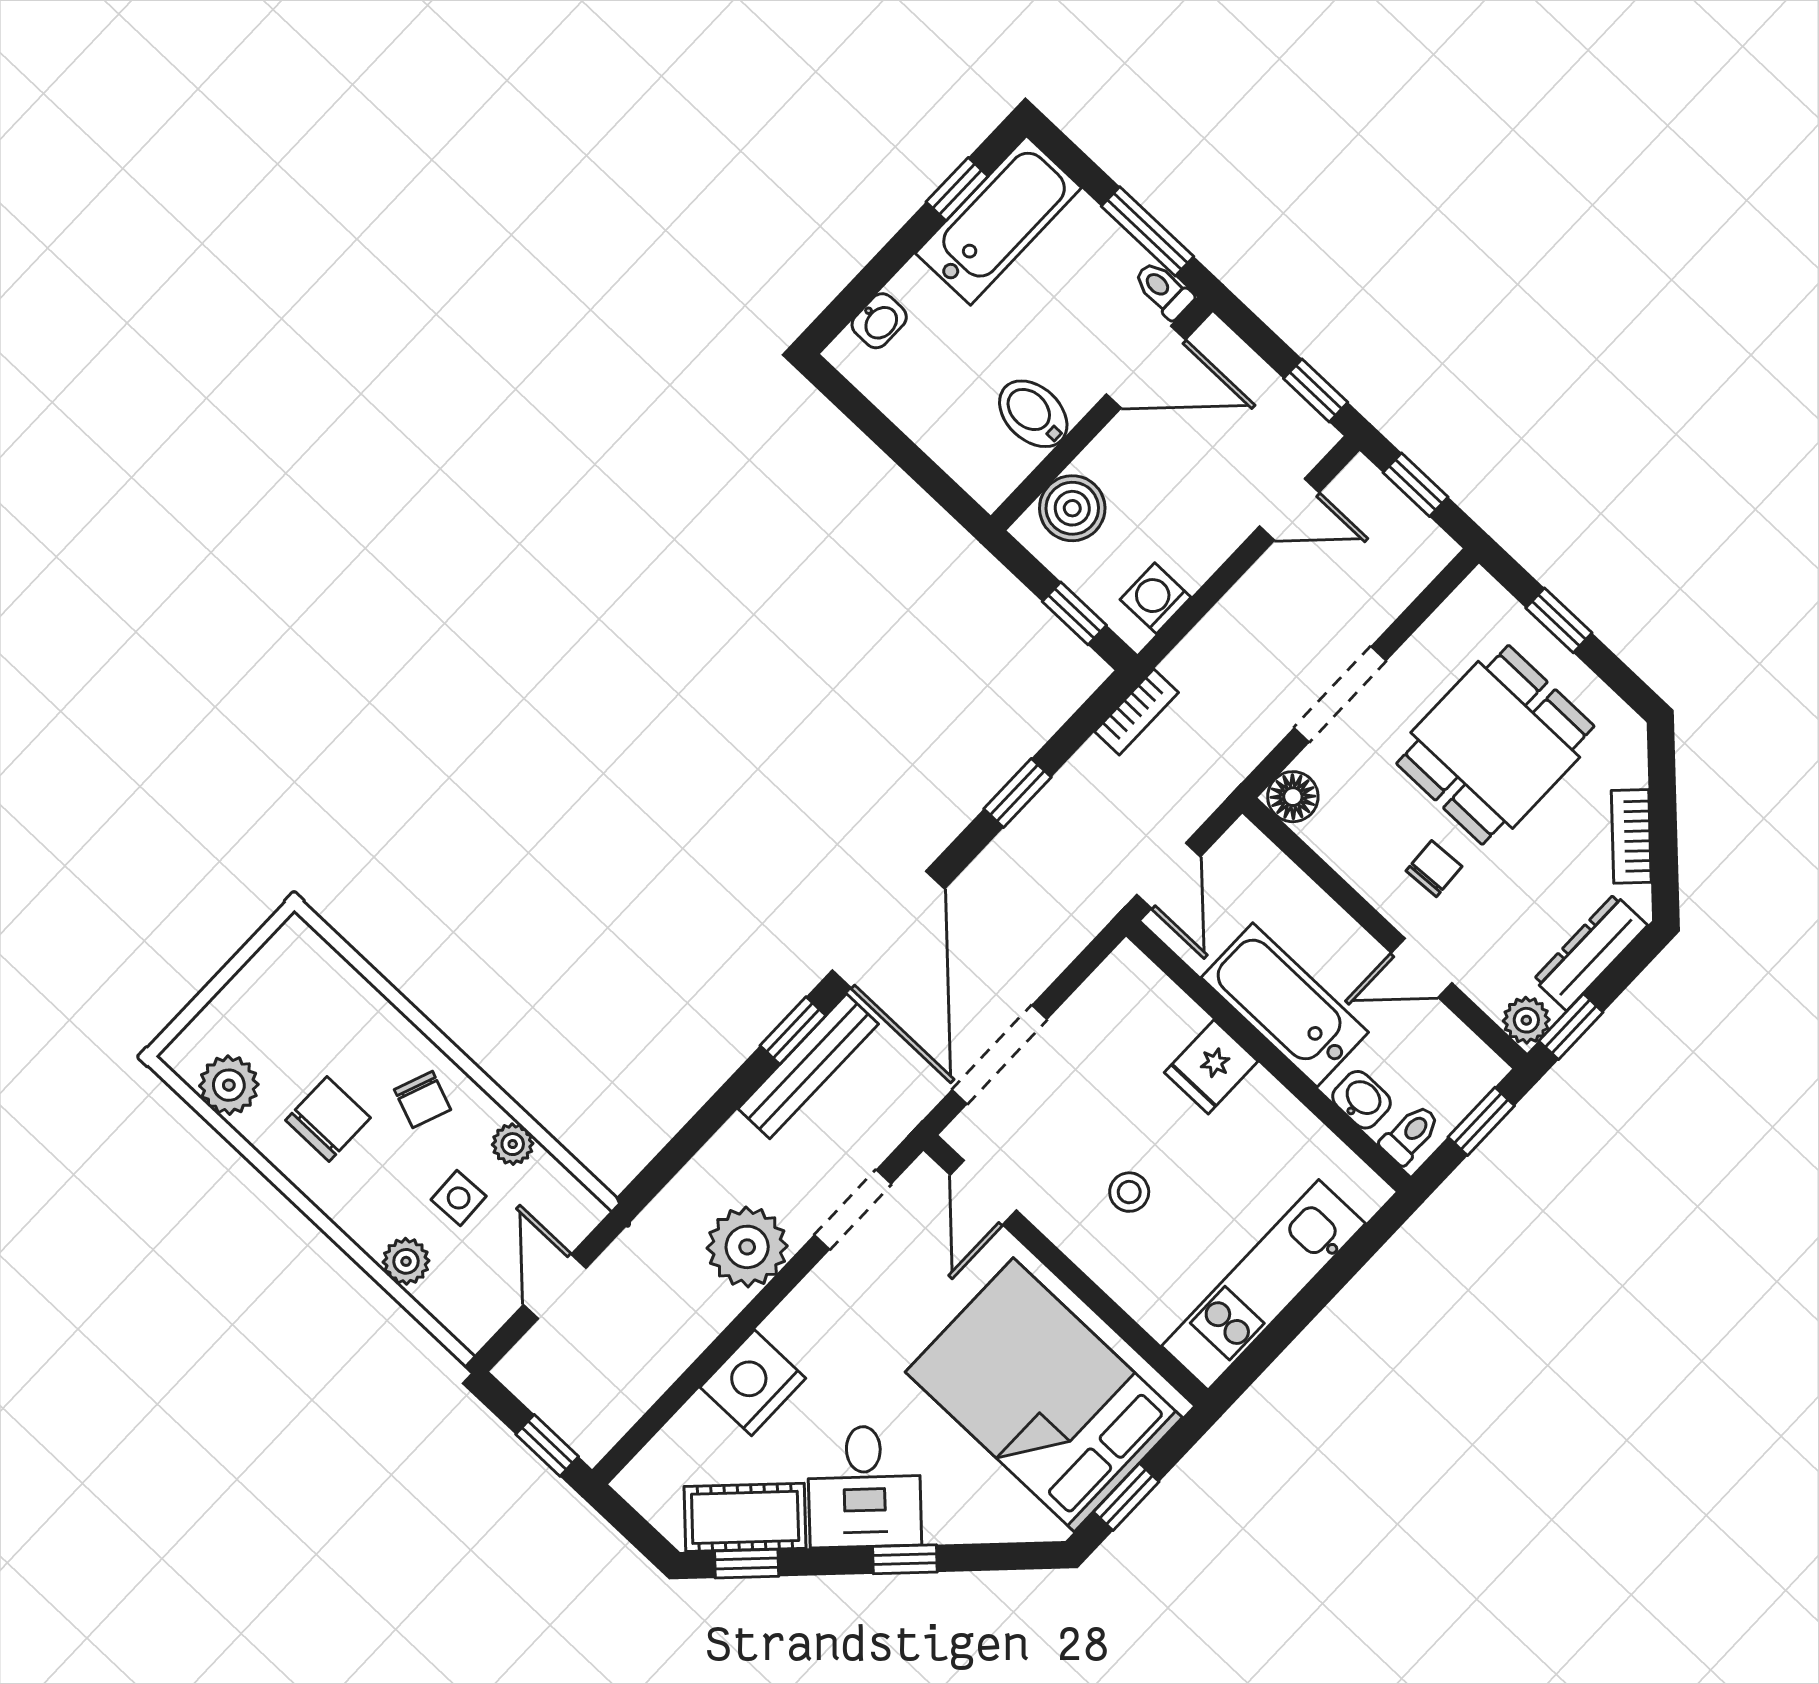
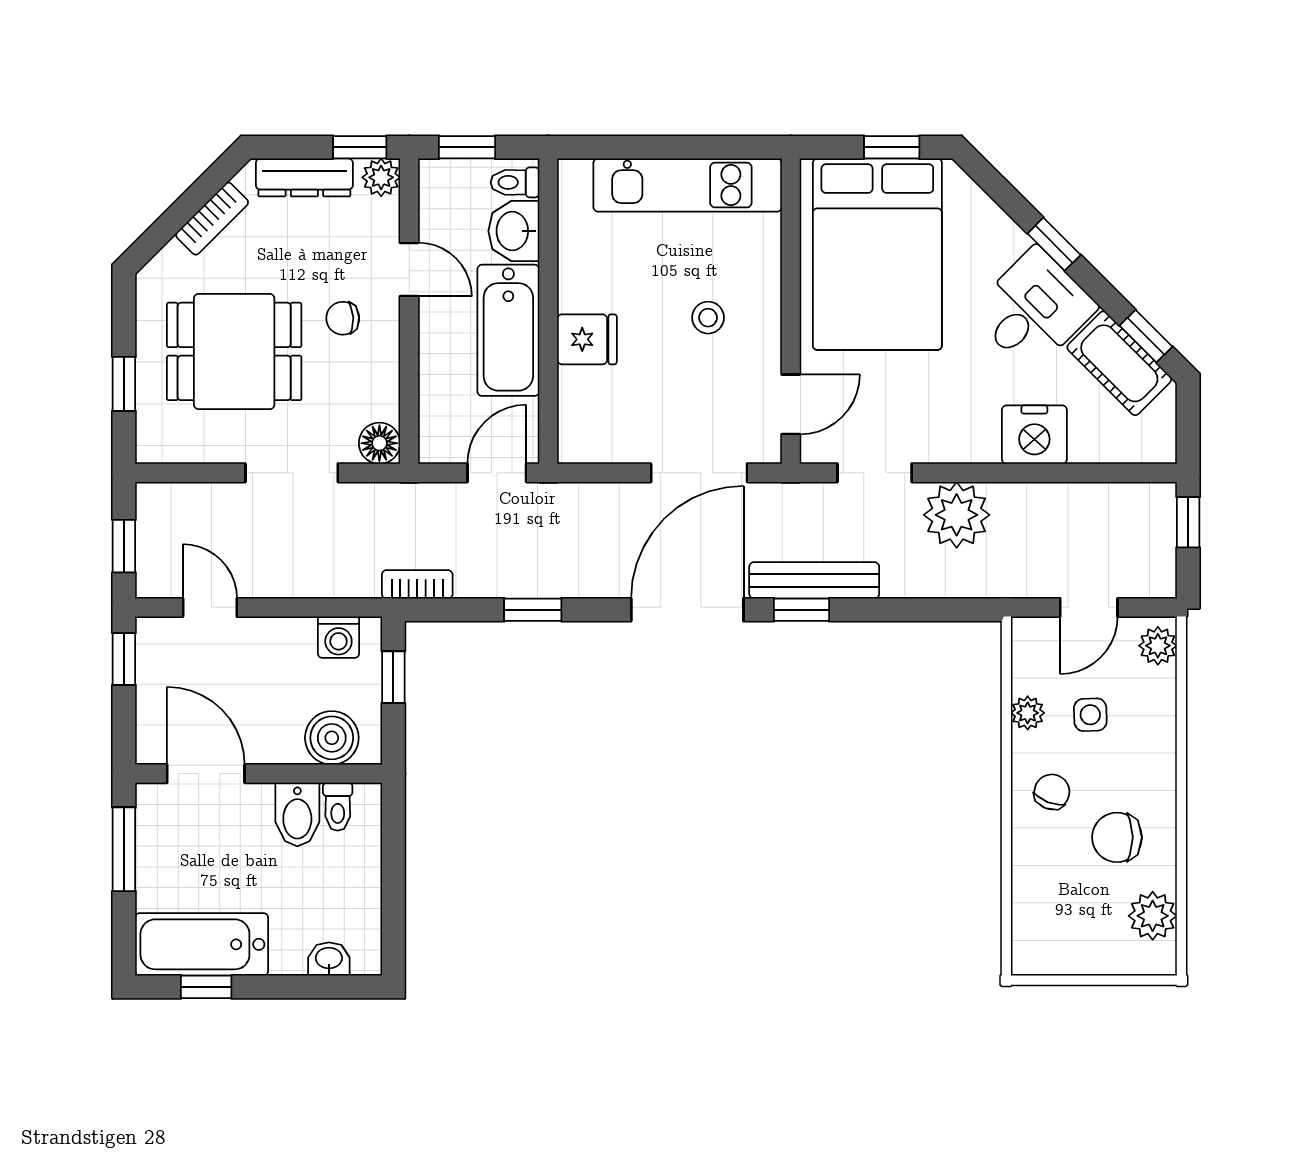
toilet: (1163, 290) -> (338, 807), moved
washbasin: (1361, 1100) -> (514, 231), width x1.38, depth x1.45
plant: (406, 1261) -> (1158, 646), moved

